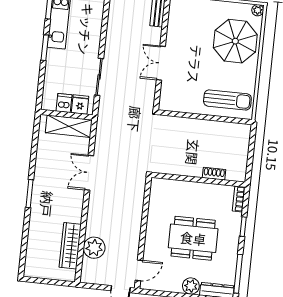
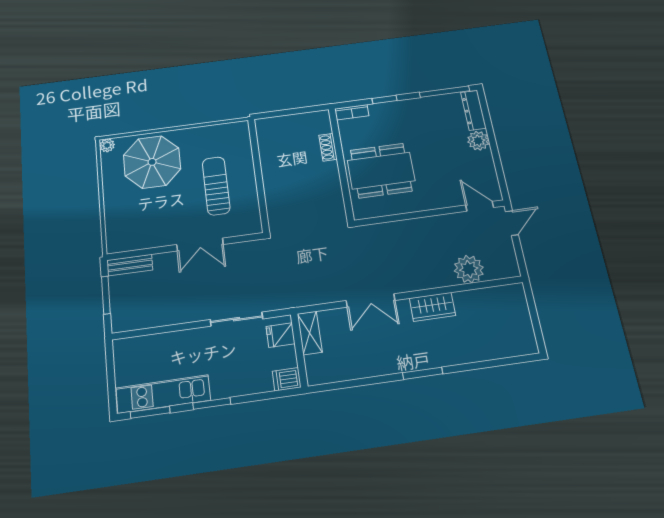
sun lounger: (227, 100) -> (216, 186), moved
dishwasher: (64, 103) -> (287, 379), moved
shelving: (69, 126) -> (310, 333), width x0.67, depth x0.75
dining table: (193, 238) -> (381, 170), moved, turned 90
wardrobe: (70, 246) -> (432, 307), moved, width x0.67

